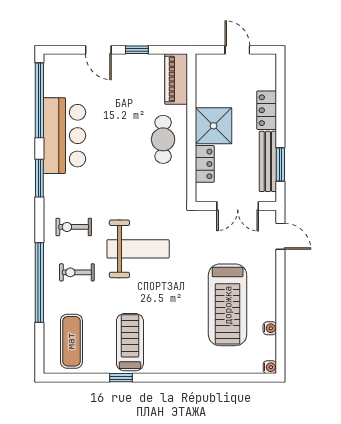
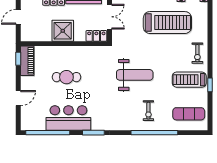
window: (137, 50) -> (18, 59), moved
piano: (176, 79) -> (27, 61), moved, turned -90
cafe table: (163, 139) -> (66, 77), moved
locker: (205, 164) -> (96, 36), moved
exercise bike: (74, 227) -> (197, 53), moved
weight bench: (138, 249) -> (135, 75), turned 90

